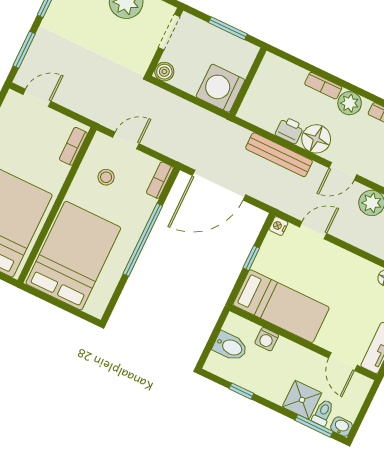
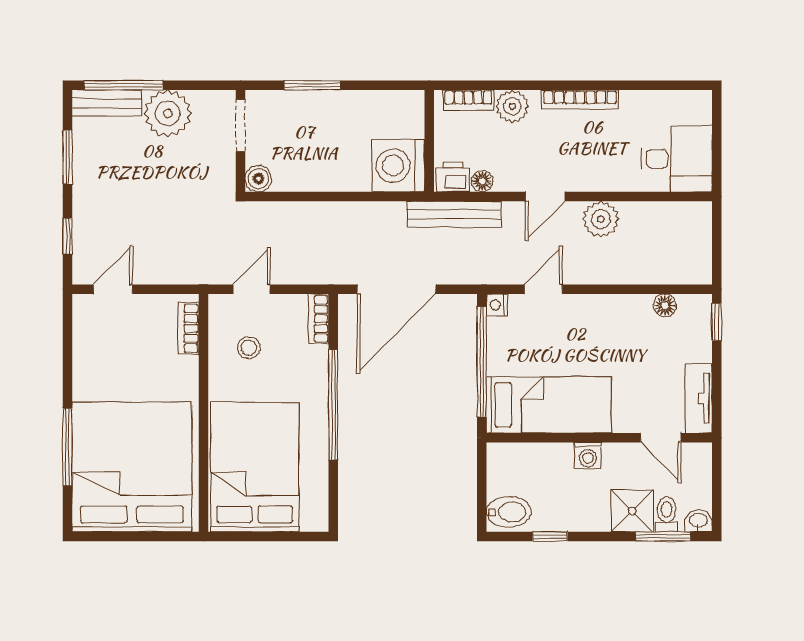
window: (24, 50) -> (67, 236), width x0.67
wall: (248, 82) -> (429, 141), moved
washing machine: (220, 88) -> (398, 166), moved
floor lamp: (316, 139) -> (482, 181), width x0.53, depth x0.53
window: (251, 258) -> (482, 362), width x3.17
washing machine: (267, 339) -> (588, 455), moved
bidet: (230, 347) -> (509, 512), moved

